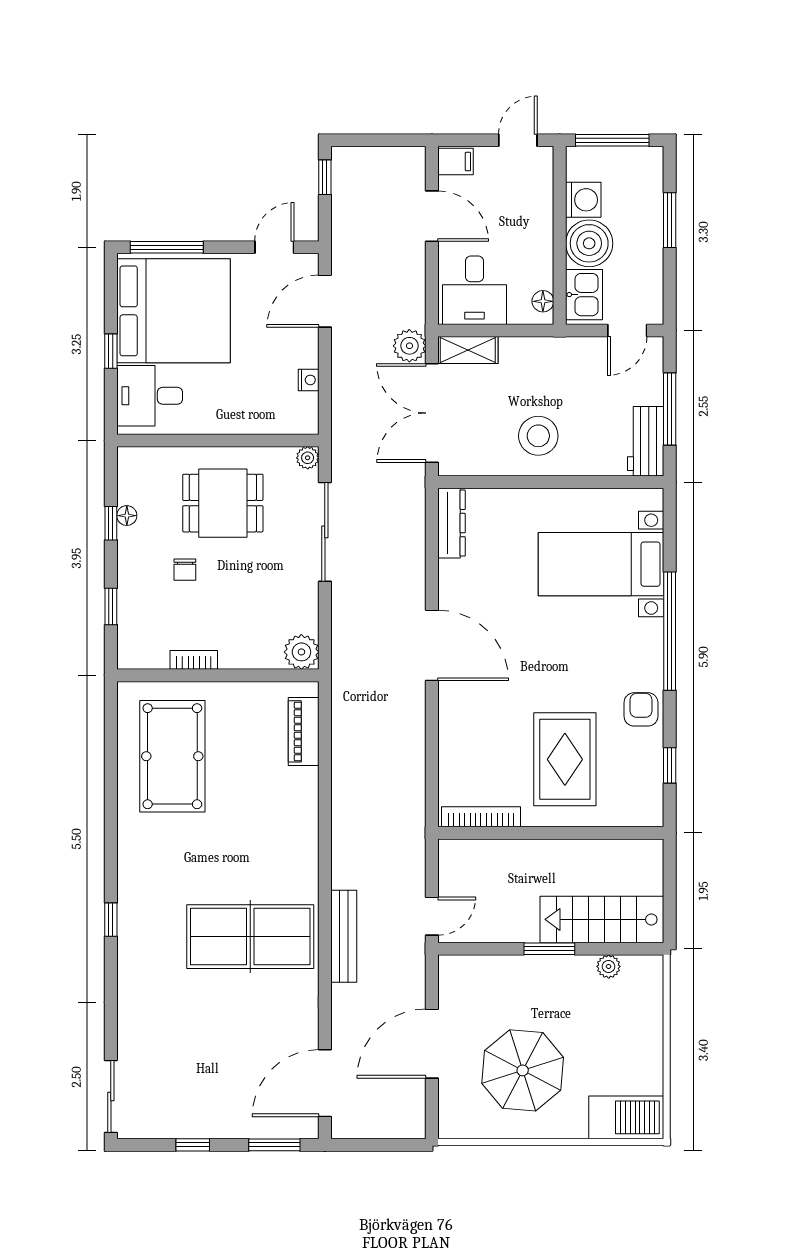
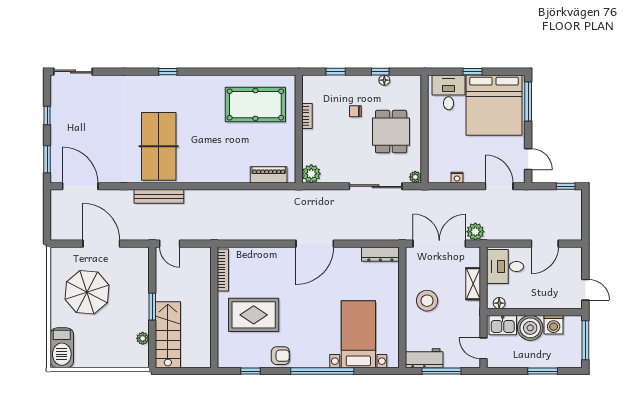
filing cabinet: (455, 161) -> (574, 256), removed
shelving: (468, 350) -> (473, 284), moved

